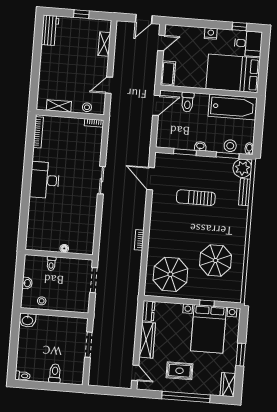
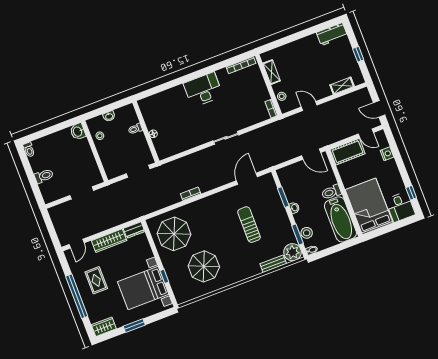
nightstand: (211, 33) -> (387, 154), moved
cot: (168, 73) -> (348, 152), width x1.37, depth x1.34
toilet: (188, 102) -> (331, 192), moved

